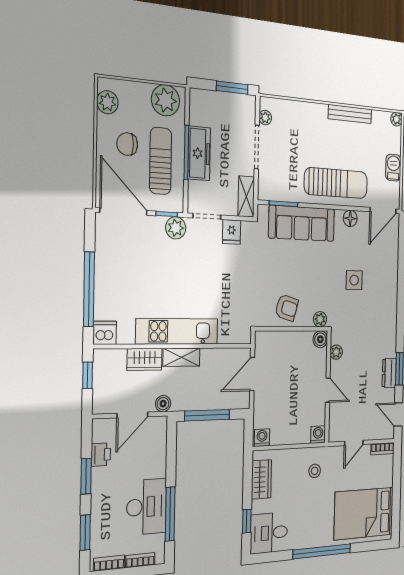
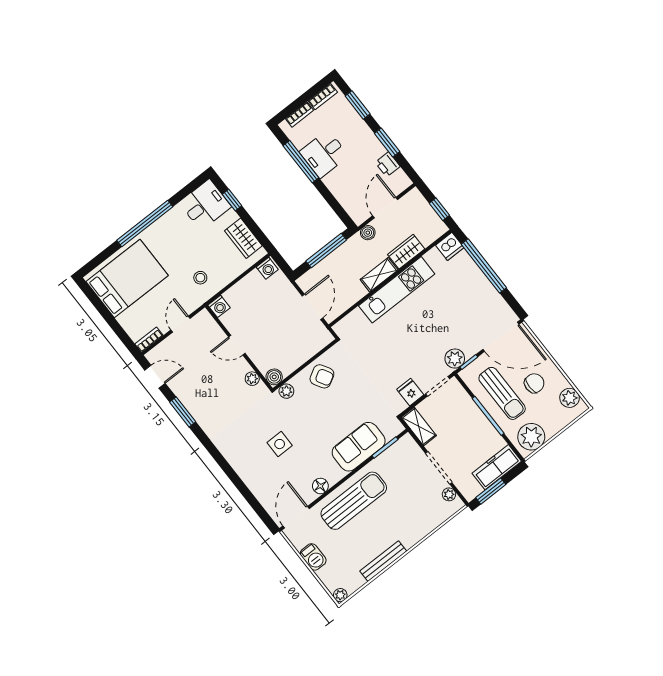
freezer: (199, 153) -> (497, 467), moved, turned 90
sun lounger: (336, 183) -> (354, 501), turned 180
sofa: (302, 223) -> (359, 447), width x0.73
armchair: (287, 308) -> (322, 376), turned -136
dresser: (389, 373) -> (190, 401), removed
desk: (146, 507) -> (324, 154), width x0.73

